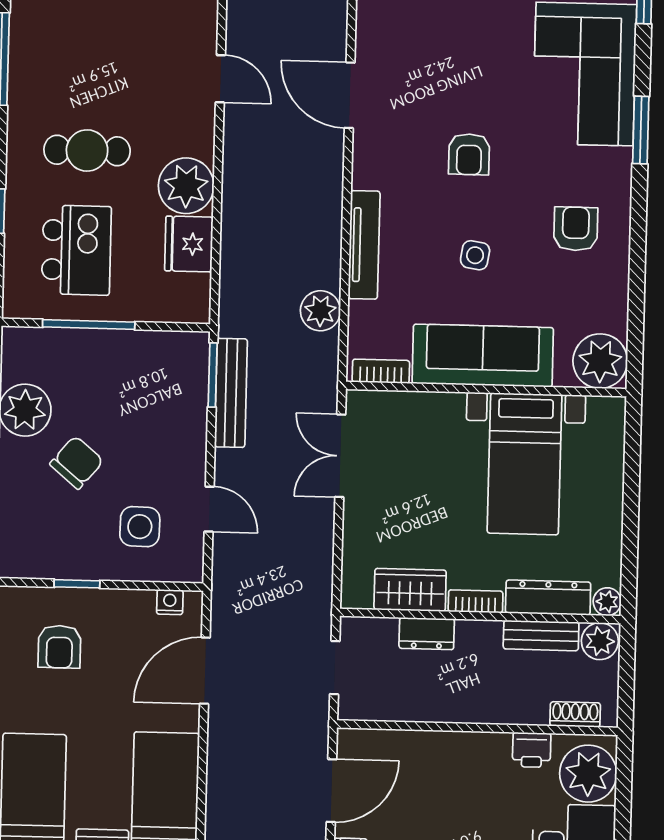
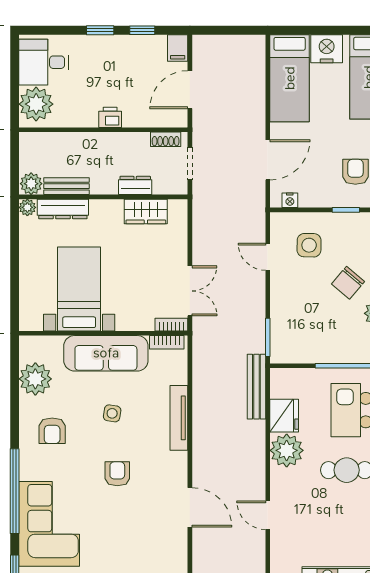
window: (641, 130) -> (15, 491), width x2.11
plant: (320, 311) -> (204, 378), removed
plant: (600, 361) -> (35, 379), moved
bench: (231, 393) -> (256, 387), moved
bookcase: (476, 601) -> (171, 325), moved, turned 180
shoe rack: (575, 714) -> (166, 139), moved
printer: (532, 750) -> (110, 117), moved

